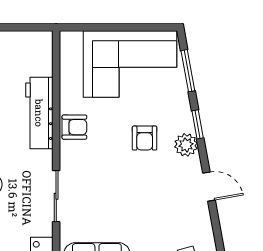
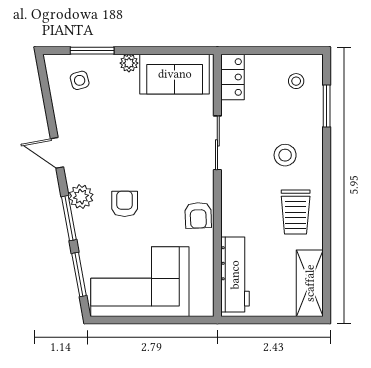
workbench: (39, 113) -> (235, 275), moved
window: (198, 124) -> (69, 218), width x1.50
armchair: (74, 127) -> (198, 215), turned -92

